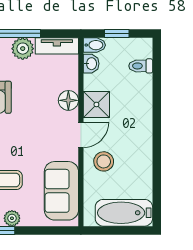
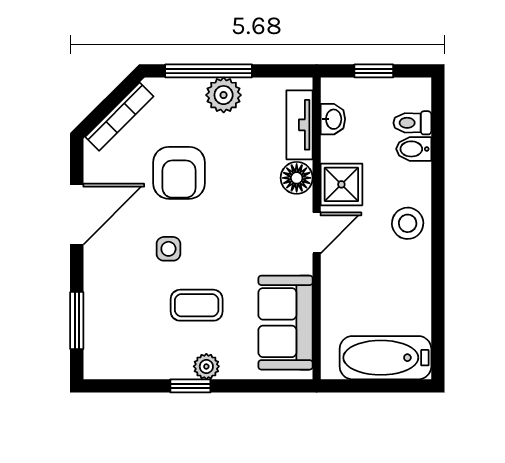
bidet: (94, 45) -> (414, 149), moved, turned 180
tv unit: (57, 46) -> (299, 125), moved, turned 90
stool: (104, 161) -> (408, 223), moved

